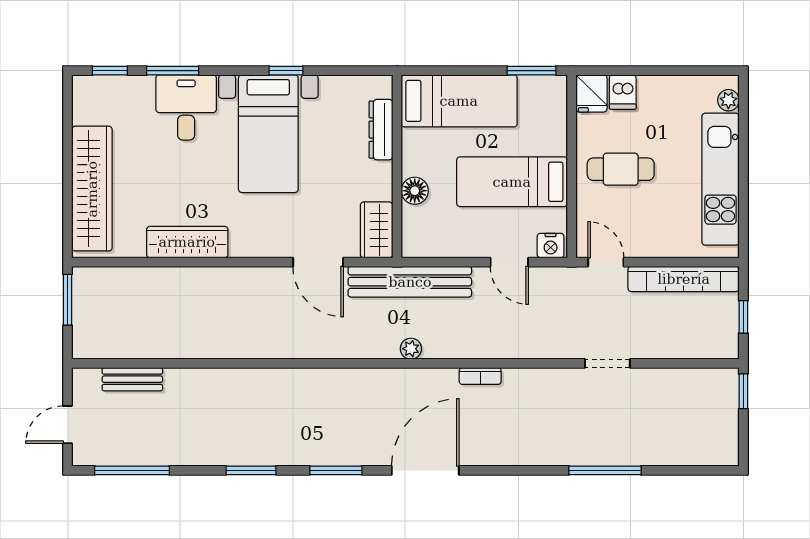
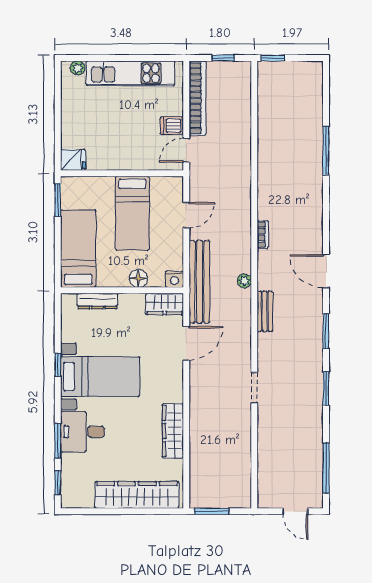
dishwasher: (623, 92) -> (172, 126), moved, turned 180
cafe table: (621, 169) -> (124, 140), removed
nightstand: (551, 246) -> (174, 279), moved, turned 90
doorway: (607, 363) -> (254, 388), moved
bench: (132, 379) -> (265, 311), moved
door: (425, 470) -> (326, 271), width x0.73

